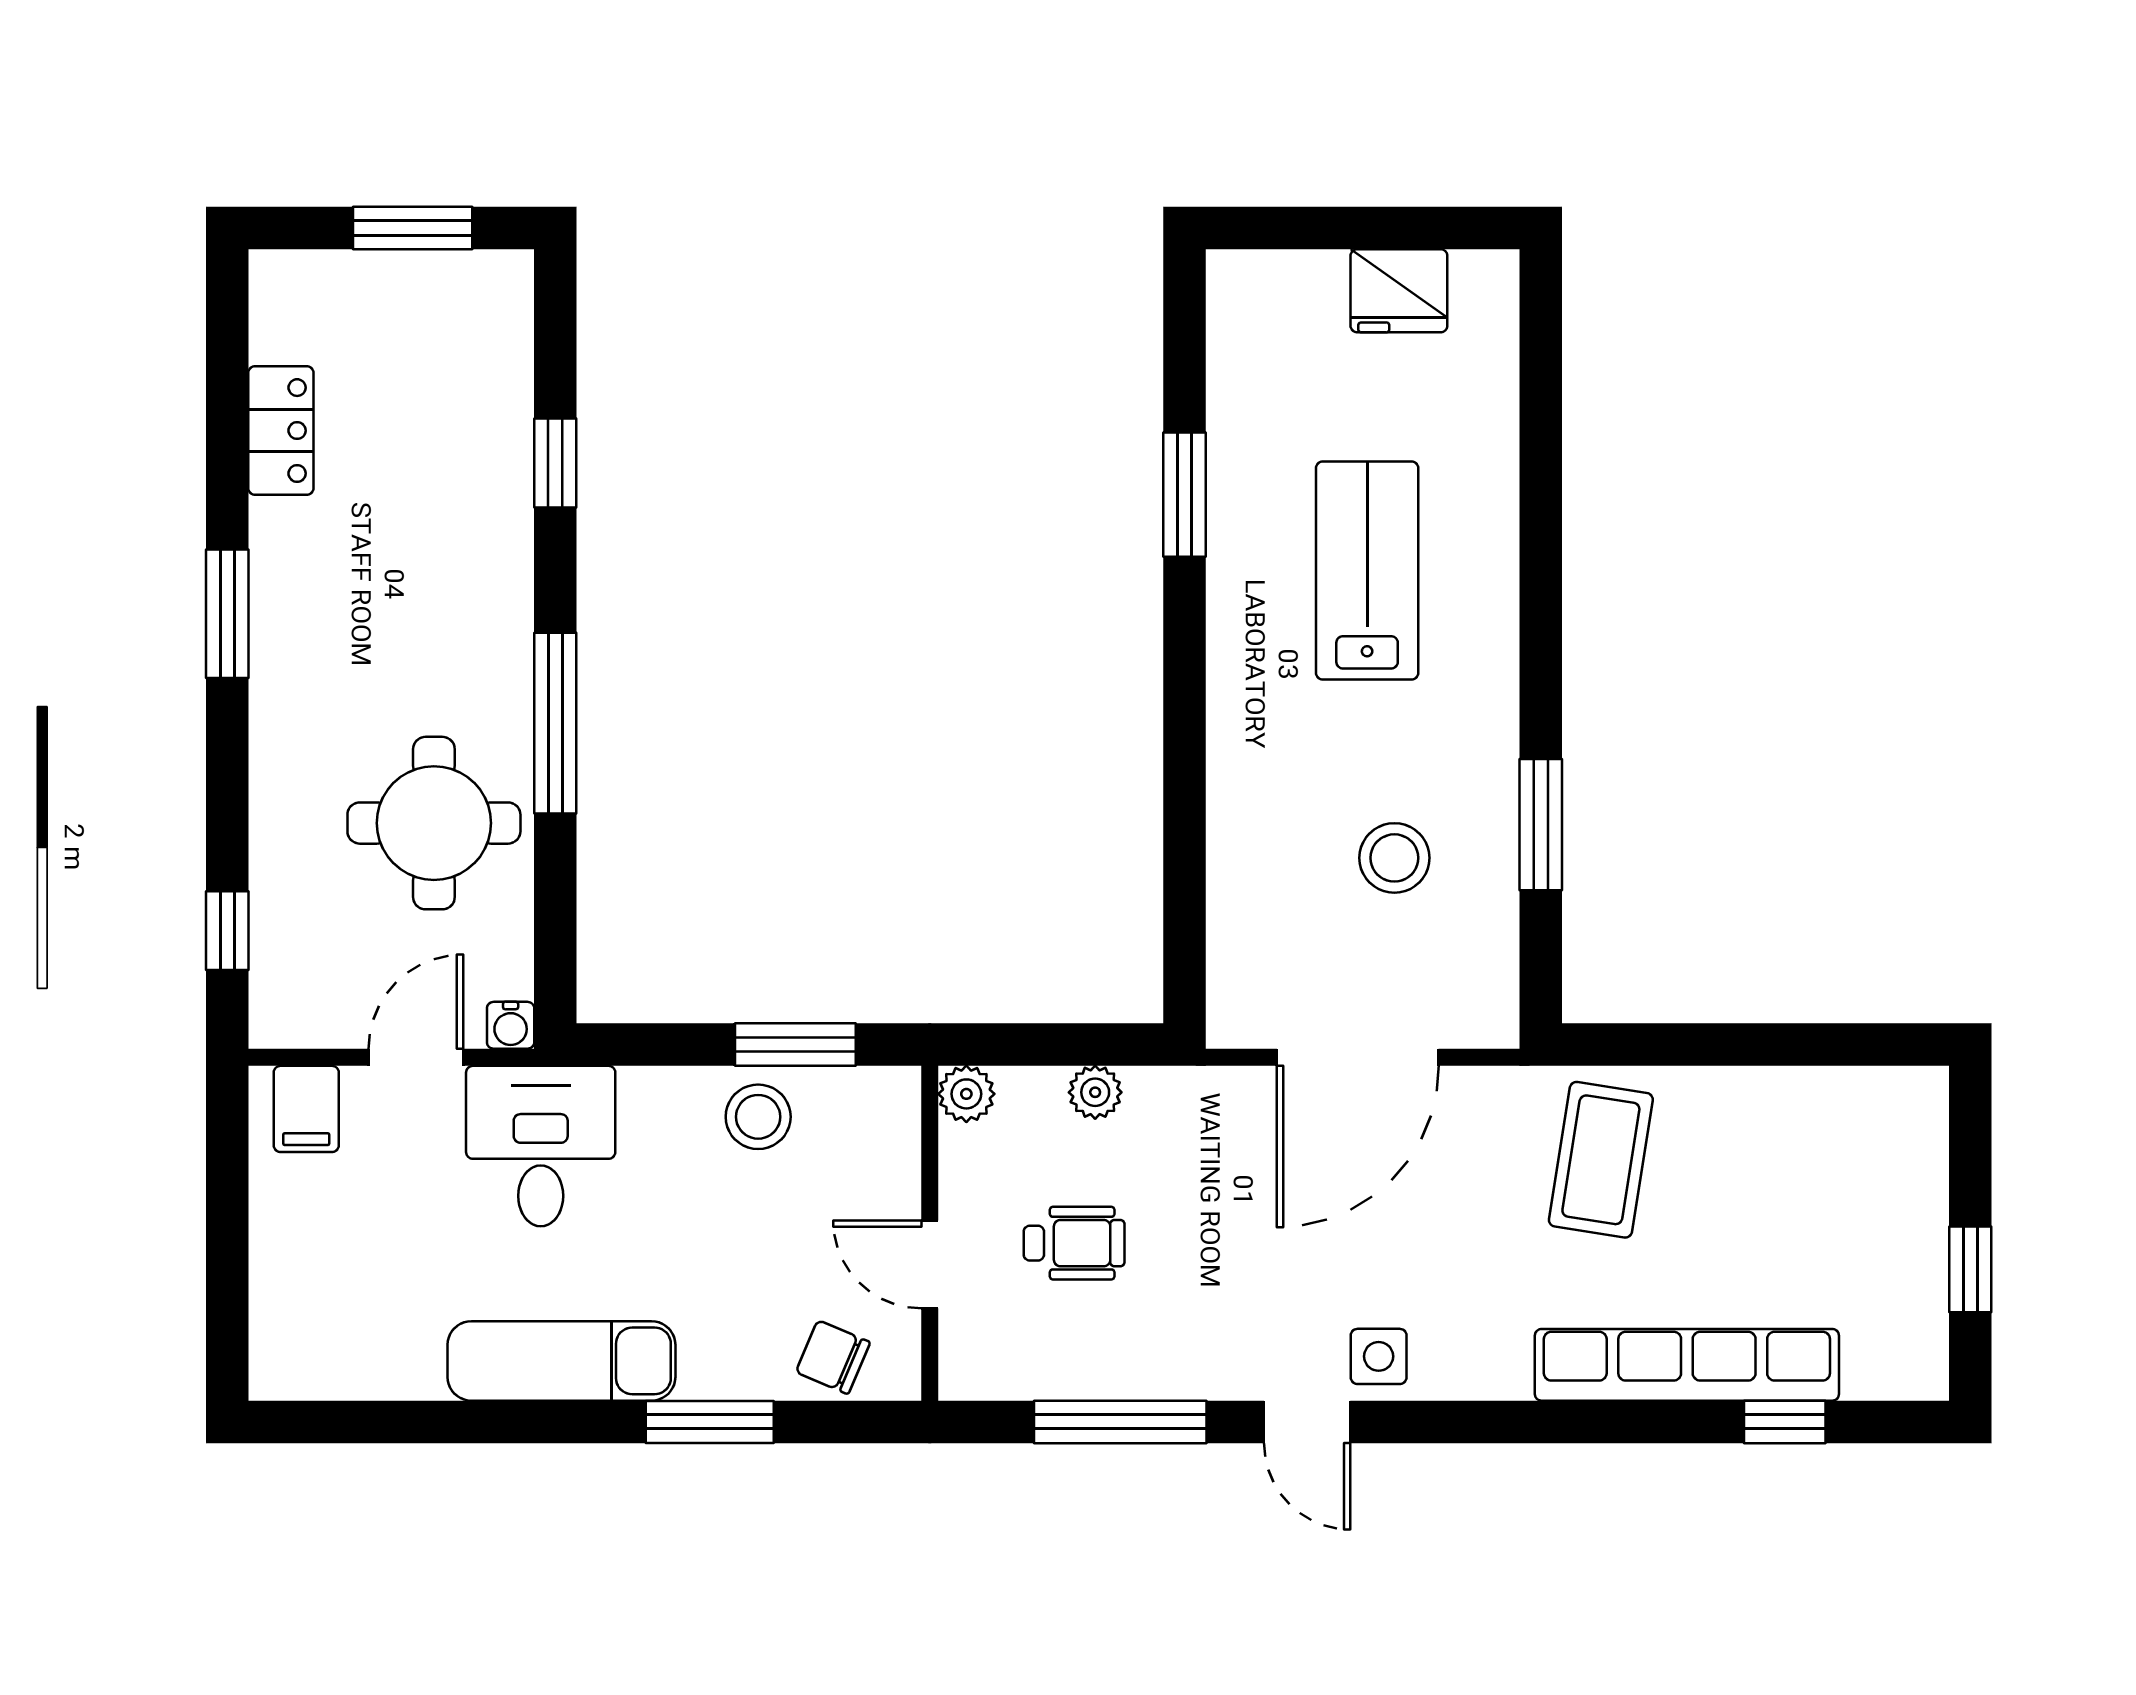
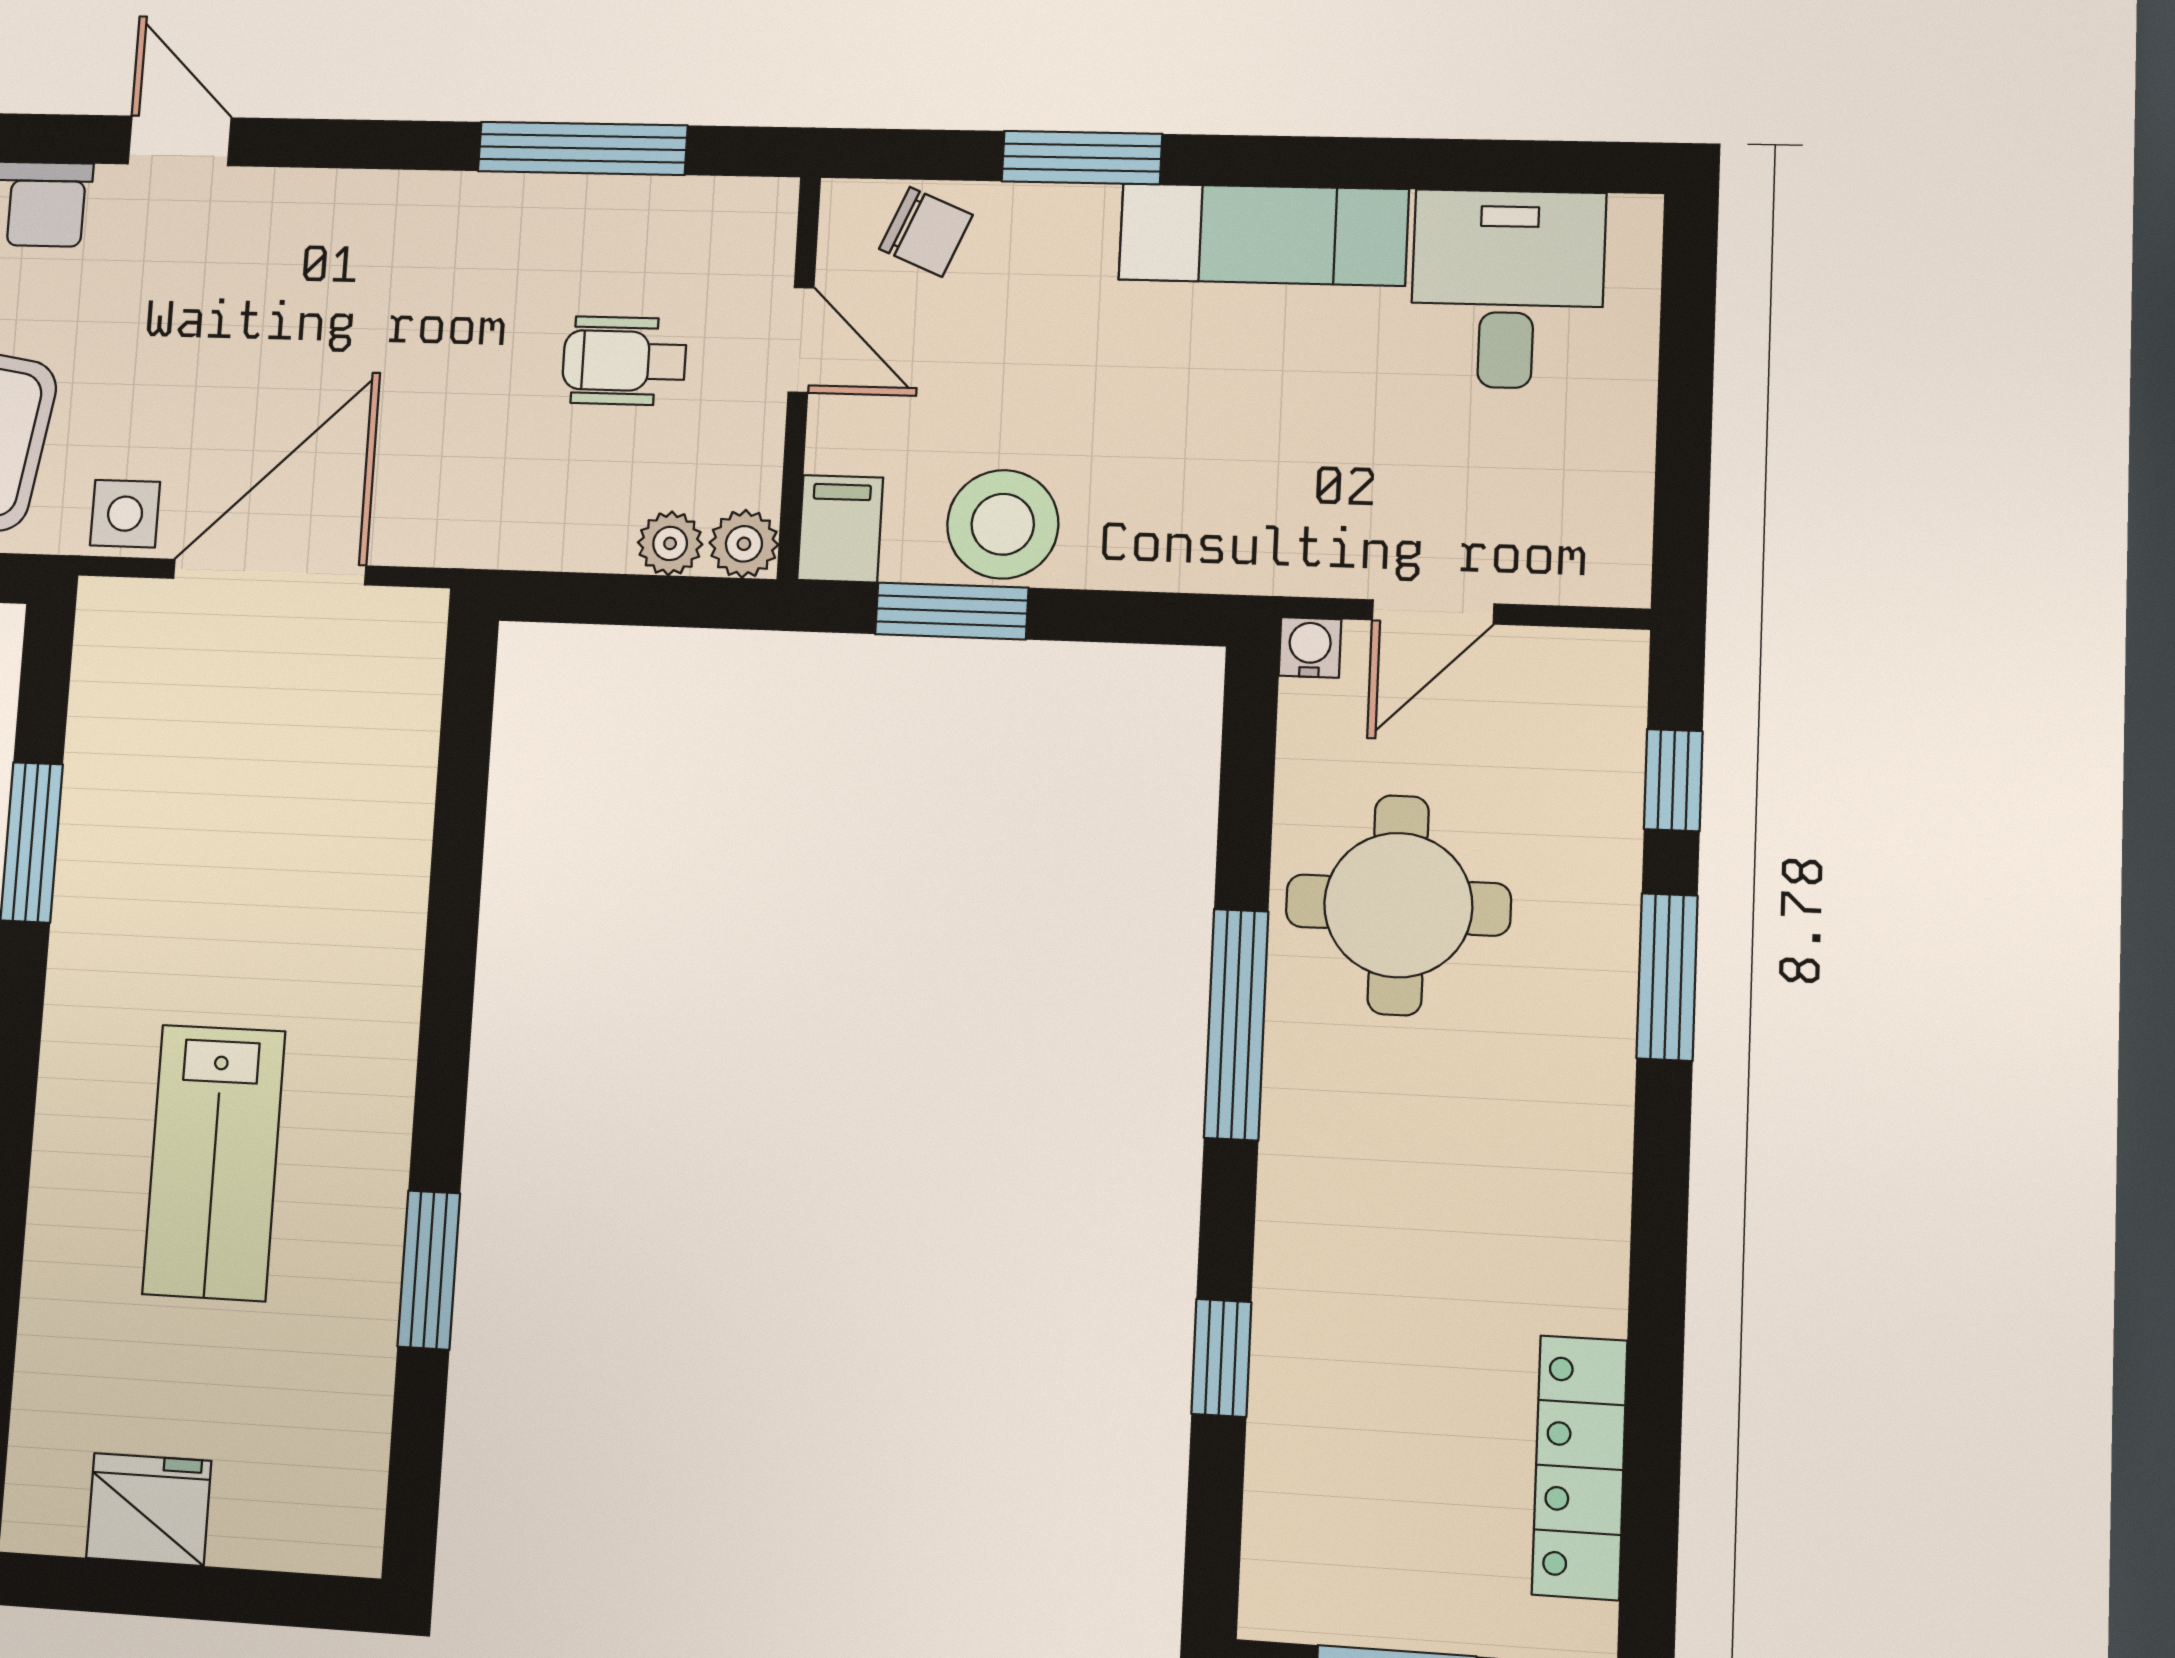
locker: (281, 431) -> (1580, 1467), width x1.53
window: (227, 614) -> (1667, 977), moved
stool: (1394, 858) -> (208, 810), removed
plant: (1095, 1092) -> (670, 543), moved
filing cabinet: (306, 1109) -> (840, 529), moved
stool: (758, 1117) -> (1003, 524), width x1.38, depth x1.38
desk: (541, 1146) -> (1507, 289), moved, turned 180
side table: (1379, 1356) -> (125, 514), moved
door: (1307, 1422) -> (180, 141), moved

